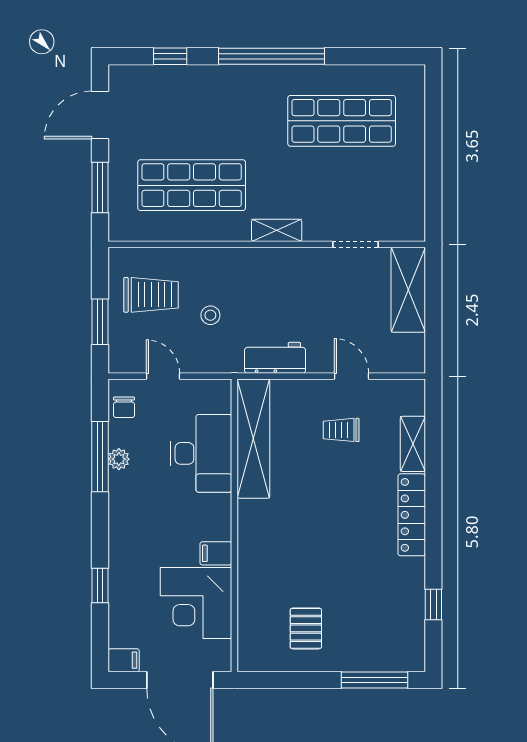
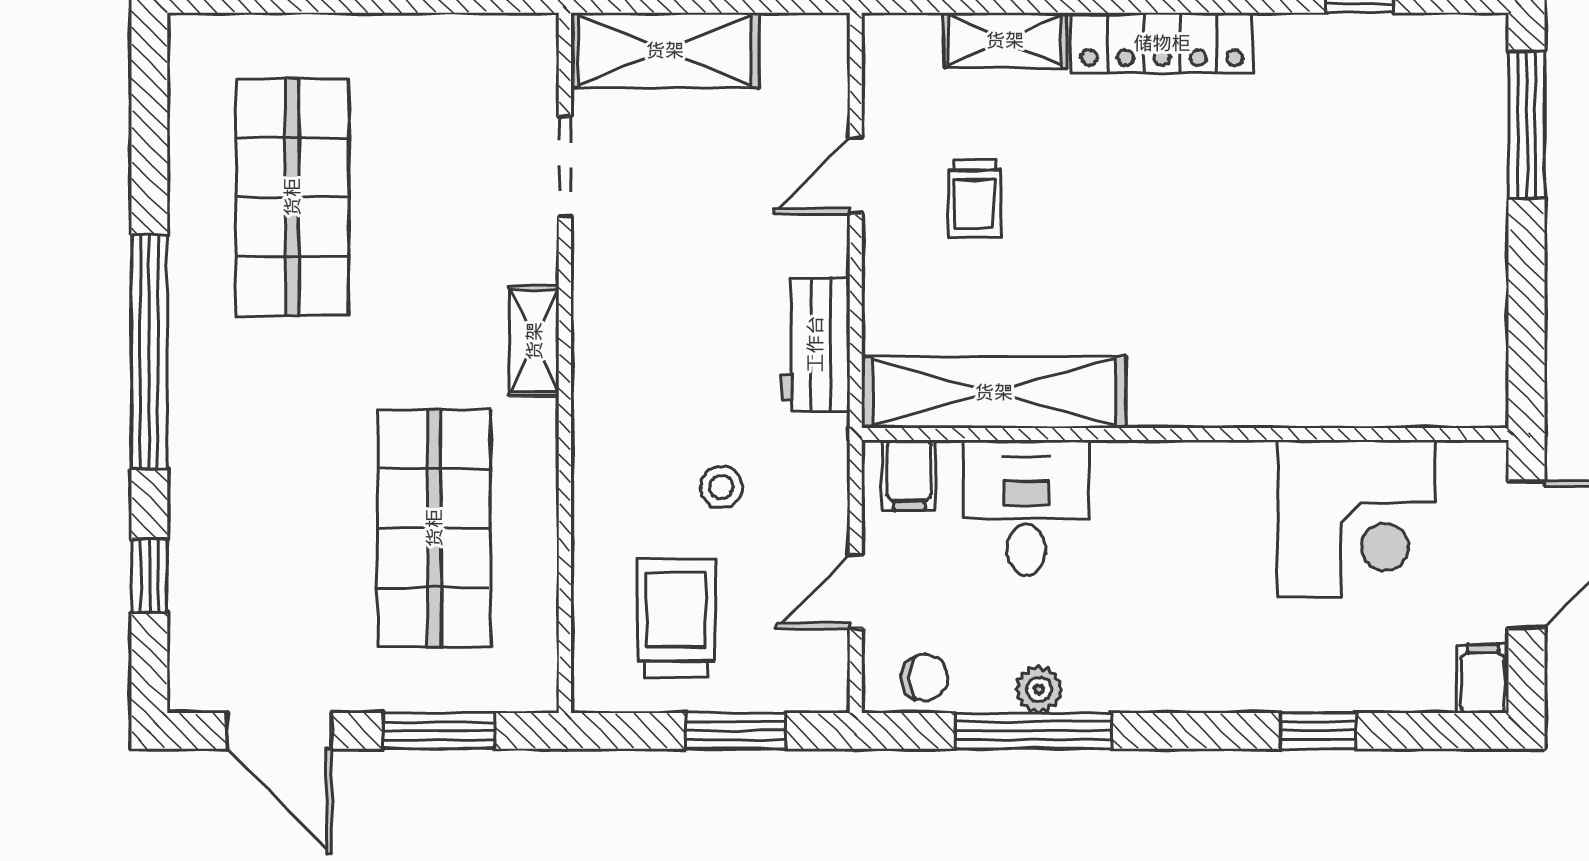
desk: (201, 453) -> (1026, 508), width x0.73
filing cabinet: (216, 553) -> (909, 475), moved
pallet: (306, 628) -> (1413, 276), removed

